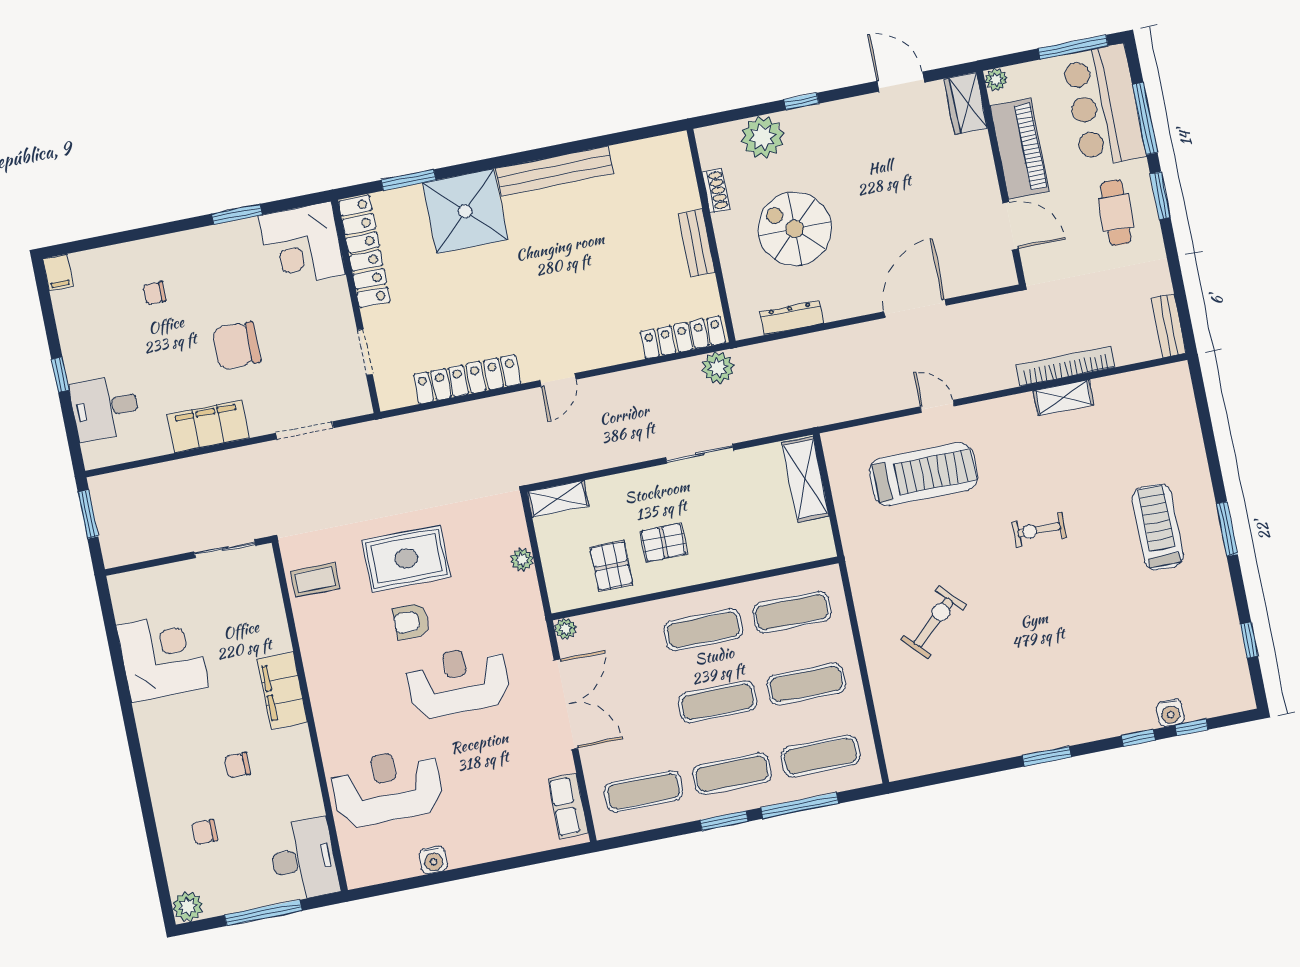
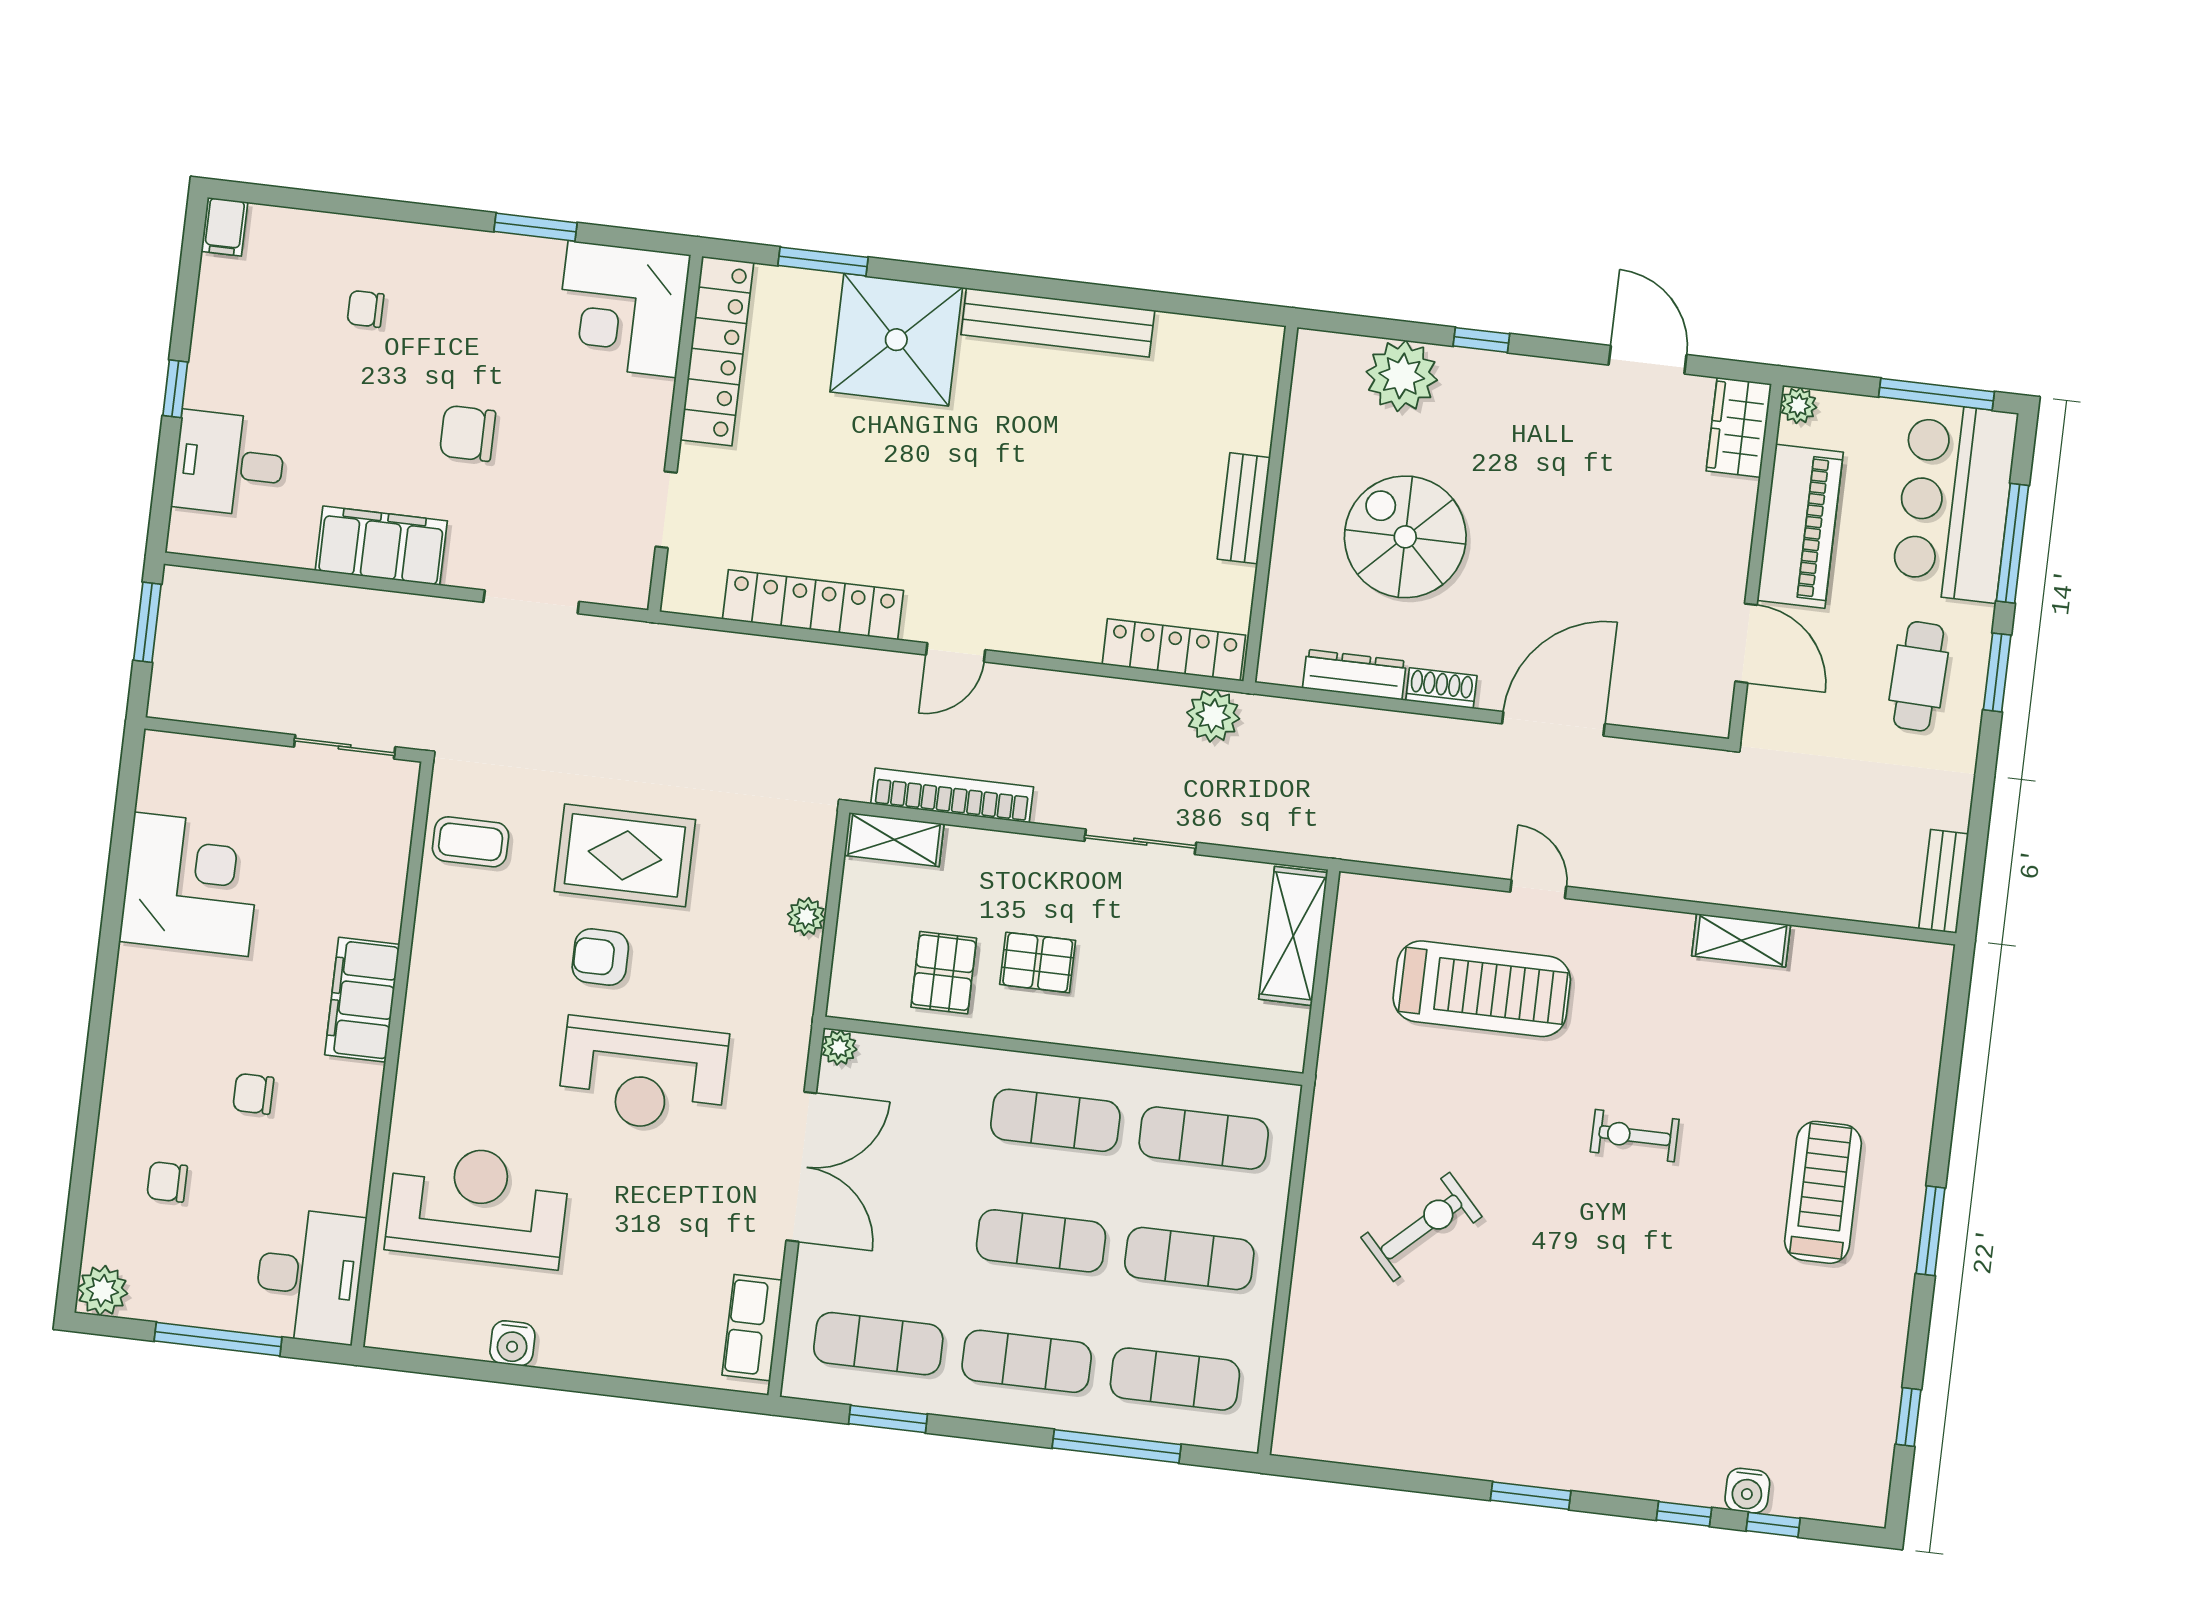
shoe rack: (716, 191) -> (1441, 688), moved, turned -90
chair: (237, 346) -> (468, 433), width x0.73, depth x0.73
bookcase: (1066, 366) -> (952, 795), moved
reception desk: (458, 681) -> (643, 1075), turned 180
window: (724, 821) -> (888, 1419), moved

